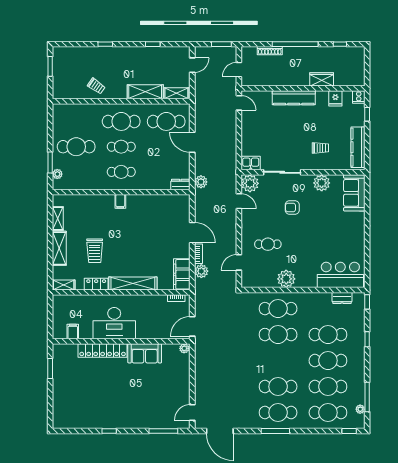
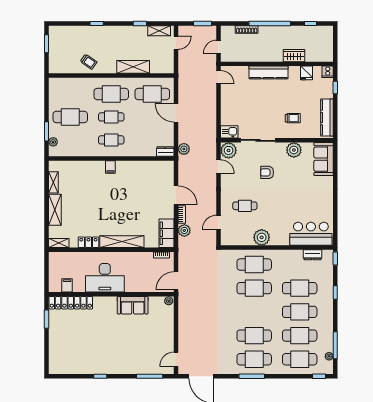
shelving: (176, 93) -> (159, 31), moved
trolley: (95, 251) -> (87, 212), removed
locker: (103, 351) -> (71, 303), moved

